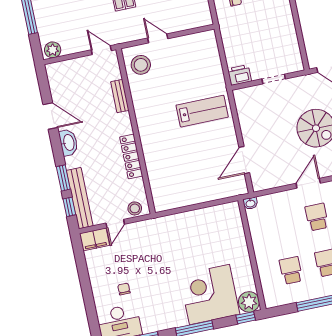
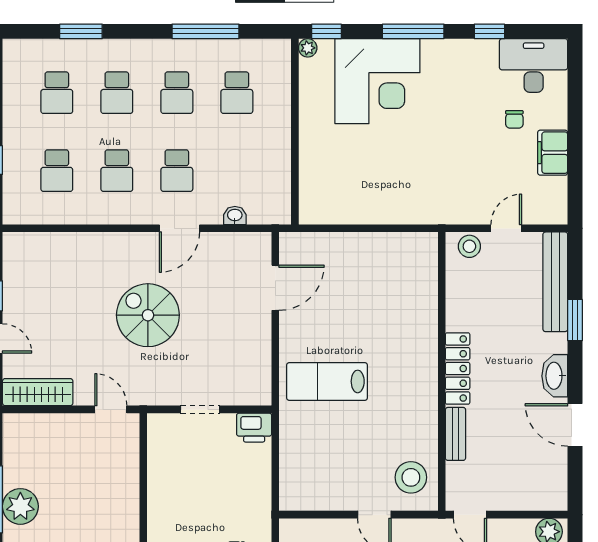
locker: (131, 156) -> (458, 369), moved
washbasin: (250, 203) -> (235, 216), moved
window: (69, 207) -> (575, 271), removed
filing cabinet: (95, 239) -> (553, 153), moved, turned -90
plant: (249, 302) -> (308, 48), width x0.53, depth x0.53

